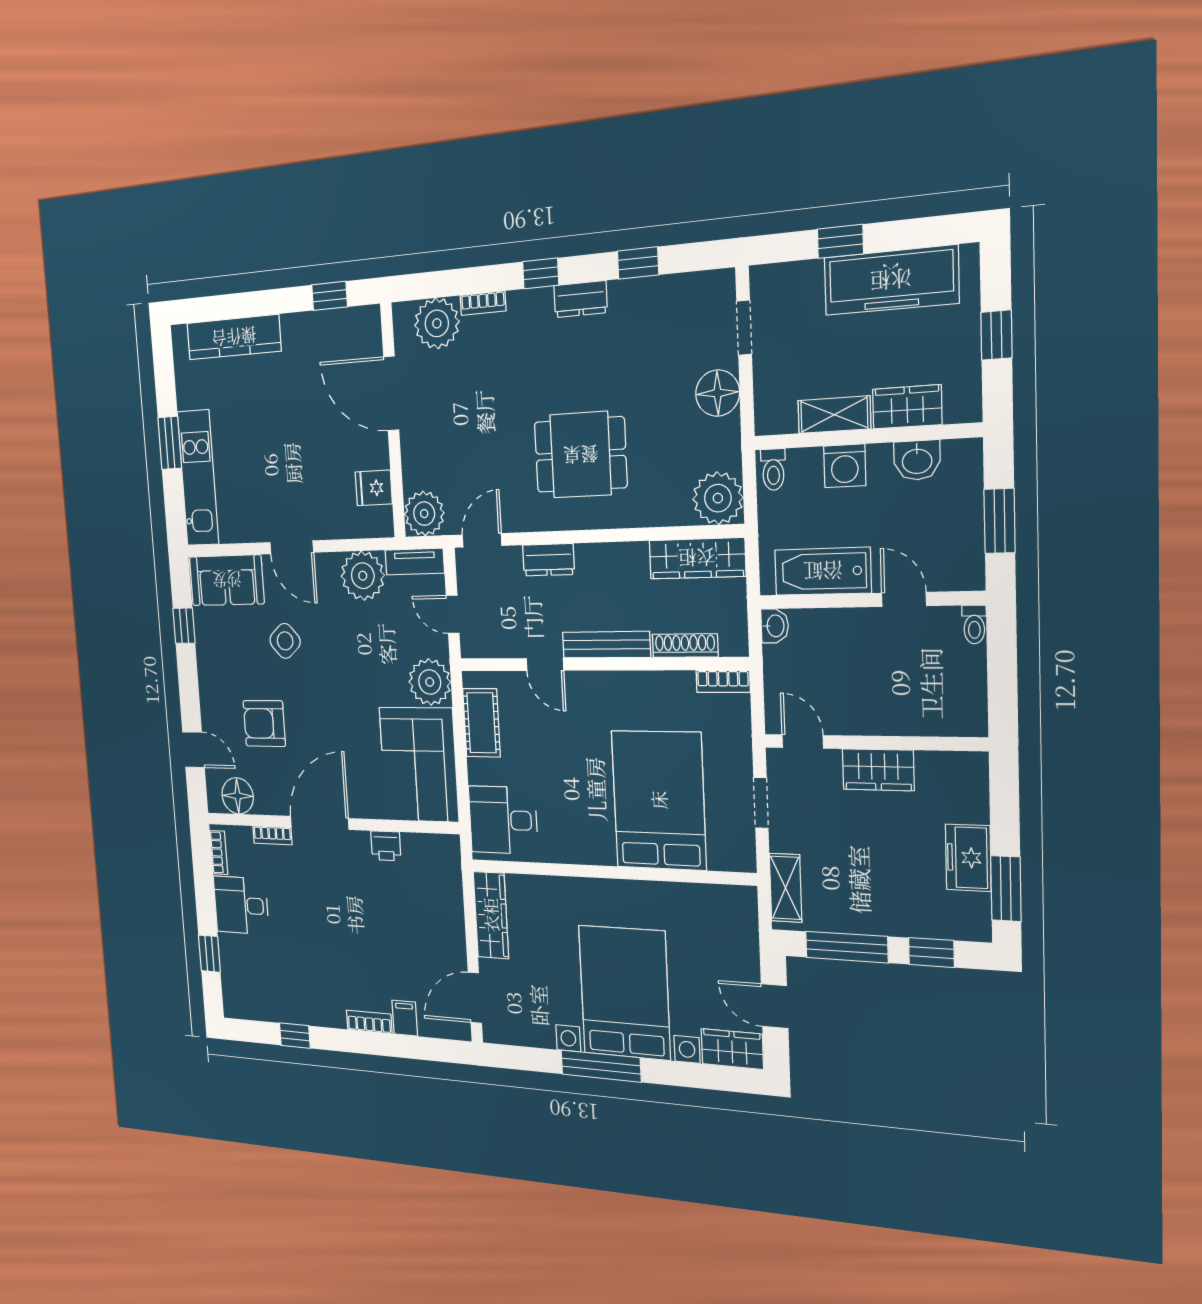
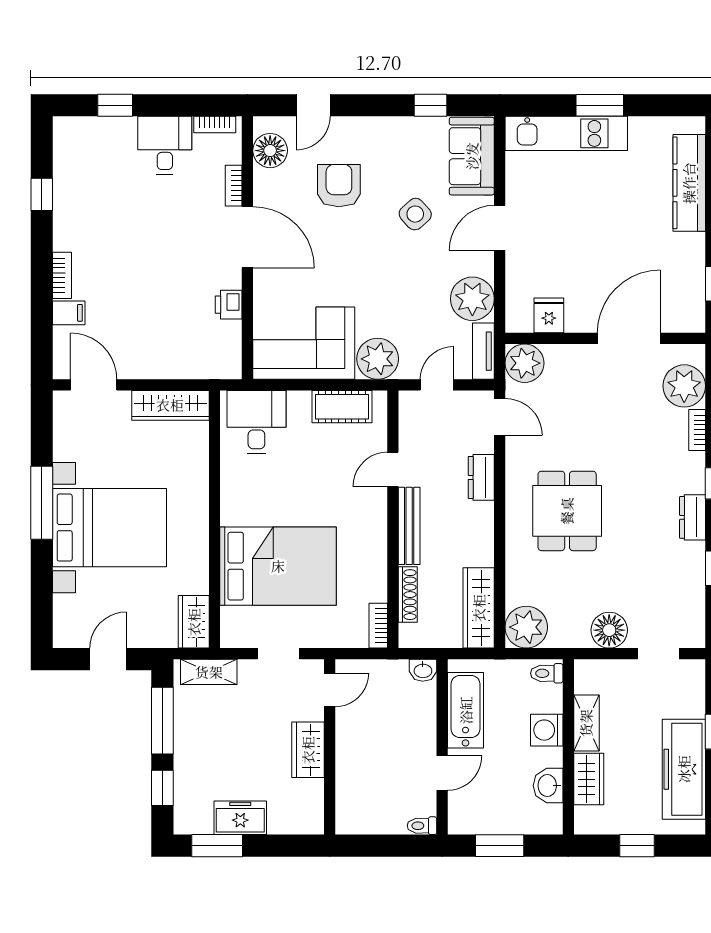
wardrobe: (732, 1049) -> (194, 622), moved, turned 180

